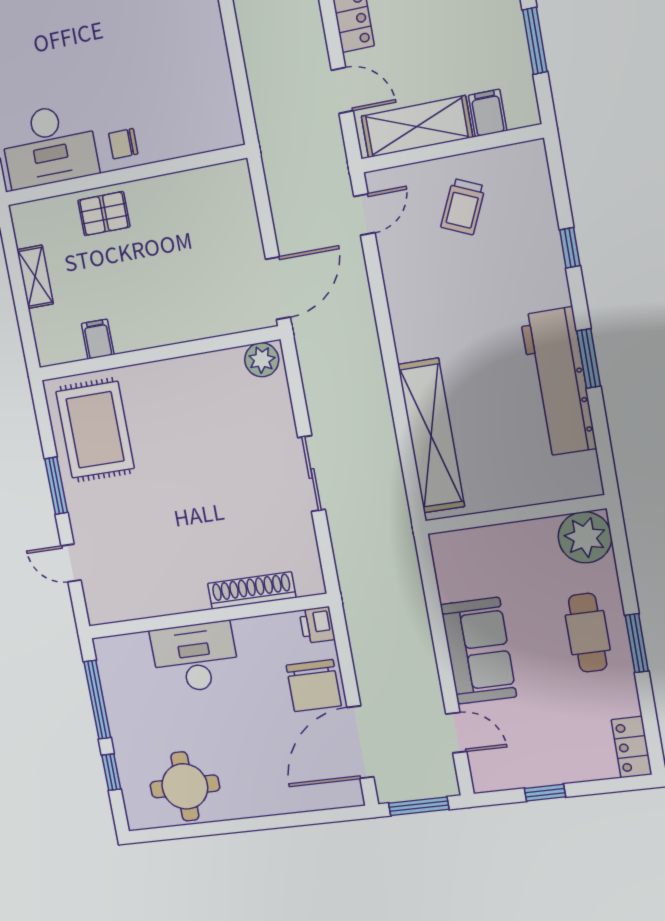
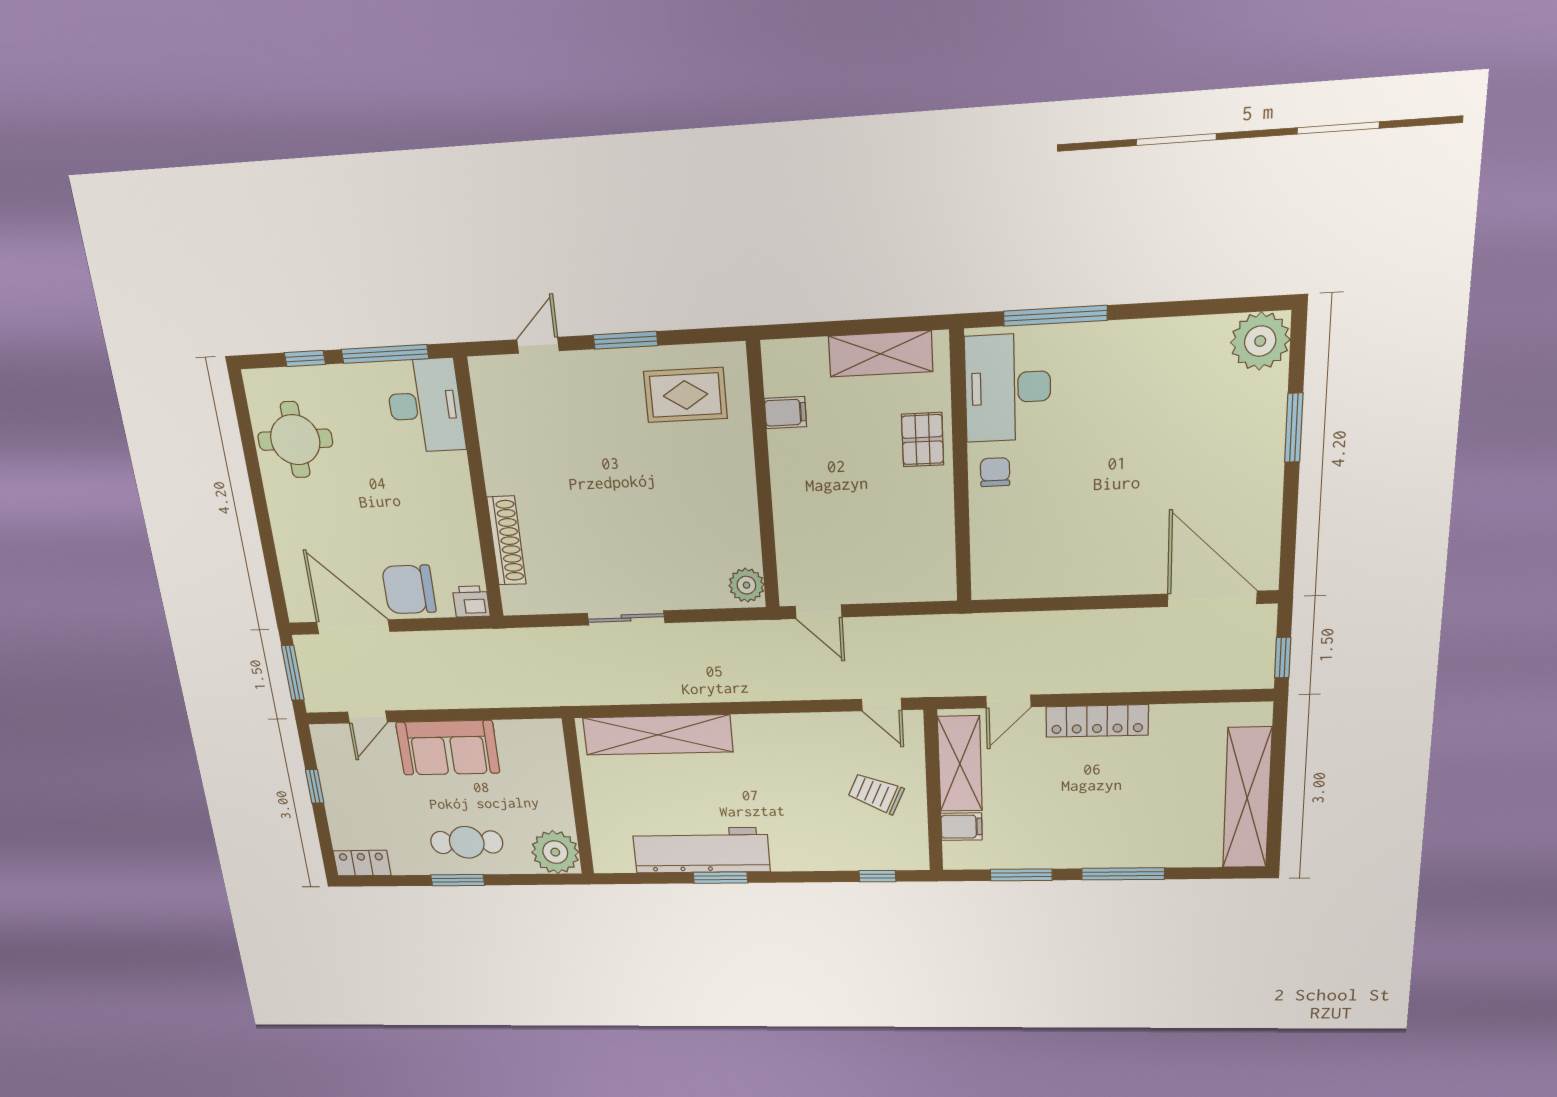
window: (570, 248) -> (877, 876), moved
shelving: (35, 277) -> (881, 354), width x1.50, depth x1.33
door: (278, 288) -> (819, 612), width x0.73
rug: (95, 430) -> (685, 395), width x0.73, depth x0.70
desk: (195, 657) -> (425, 406), moved

